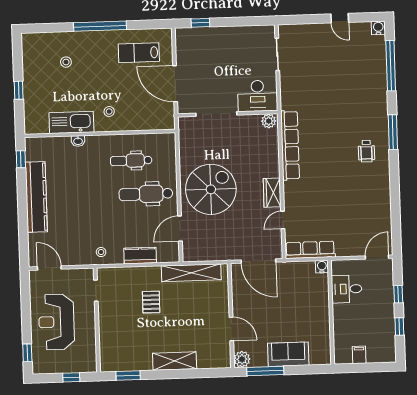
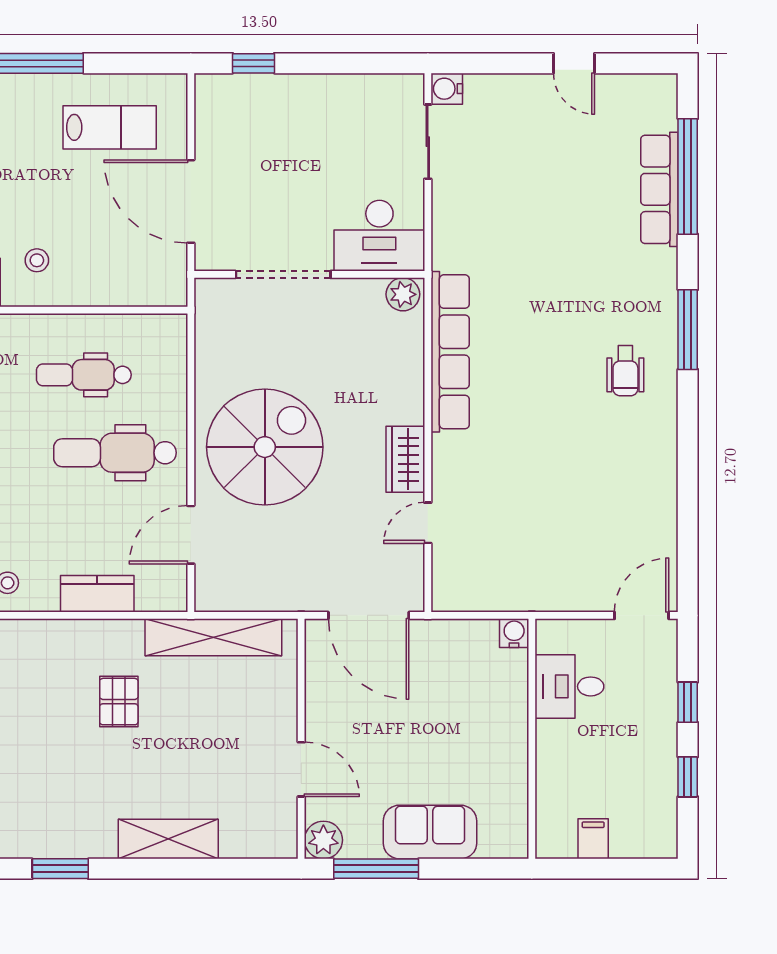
water cooler: (378, 28) -> (447, 89), moved, turned -90
lab bench: (139, 53) -> (110, 127), turned 180
row of seats: (310, 250) -> (659, 189), moved, turned -90

